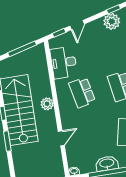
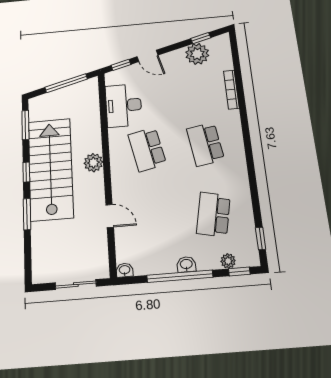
door: (77, 25) -> (147, 56), hinge flipped
door: (61, 138) -> (110, 216), hinge flipped
washbasin: (107, 163) -> (186, 264), width x0.52, depth x0.69

